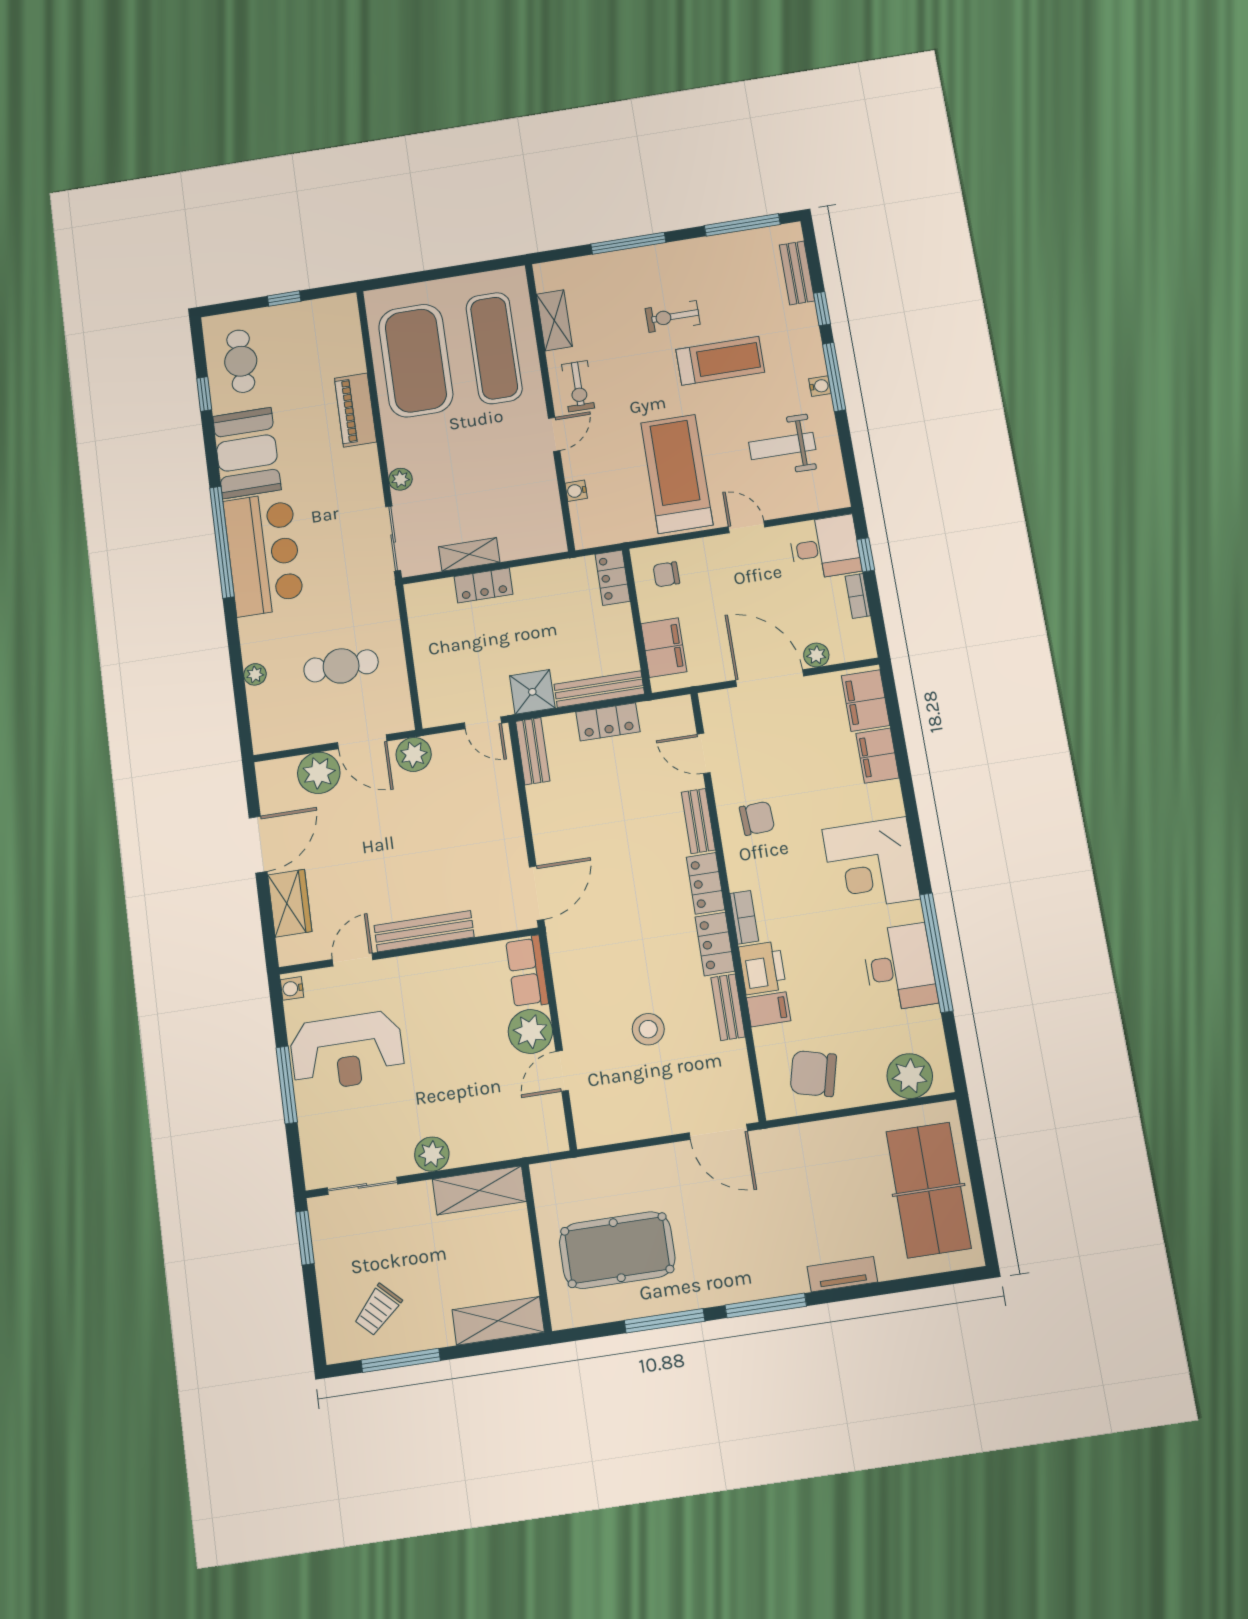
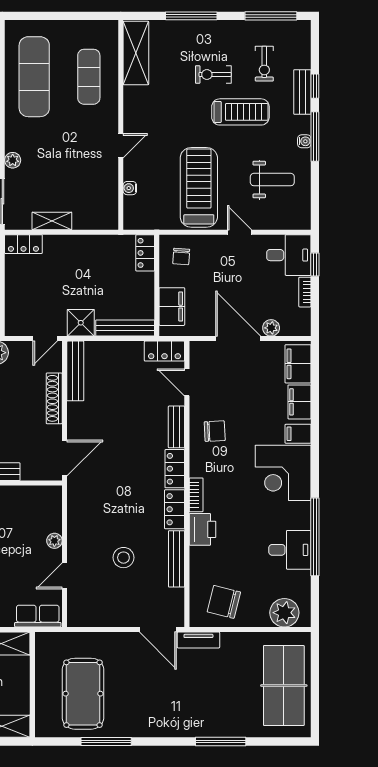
bench: (797, 273) -> (302, 92), moved
shelving: (554, 320) -> (136, 53), width x1.50, depth x1.33
exercise mat: (494, 348) -> (89, 77), width x0.73, depth x0.69
exercise mat: (416, 361) -> (34, 77), width x0.68
exercise bike: (578, 386) -> (264, 64), moved
weight bench: (782, 446) -> (272, 180), turned 180
chair: (666, 574) -> (181, 256), turned -86
locker: (484, 585) -> (23, 244), moved
locker: (608, 722) -> (164, 351), moved
door: (483, 723) -> (45, 339), hinge flipped
bench: (533, 751) -> (75, 371), width x1.36
shoe rack: (509, 808) -> (54, 398), added
desk: (900, 967) -> (290, 550), width x0.73
row of seats: (527, 972) -> (38, 616), moved, turned 90
bench: (728, 1007) -> (177, 559), width x1.36
filing cabinet: (769, 1009) -> (298, 434), moved, turned 180
plant: (530, 1031) -> (54, 541), width x0.53, depth x0.53
pool table: (617, 1250) -> (83, 694), turned 90
tv unit: (842, 1274) -> (198, 640), moved, turned 180
window: (766, 1306) -> (221, 741), moved

